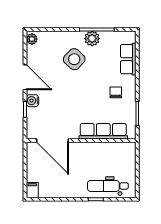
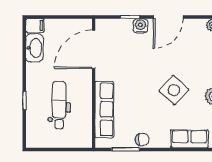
side table: (74, 59) -> (174, 90), moved
chair: (116, 92) -> (142, 140), moved
dental chair: (108, 186) -> (59, 105), moved
washbasin: (51, 191) -> (34, 48), added

